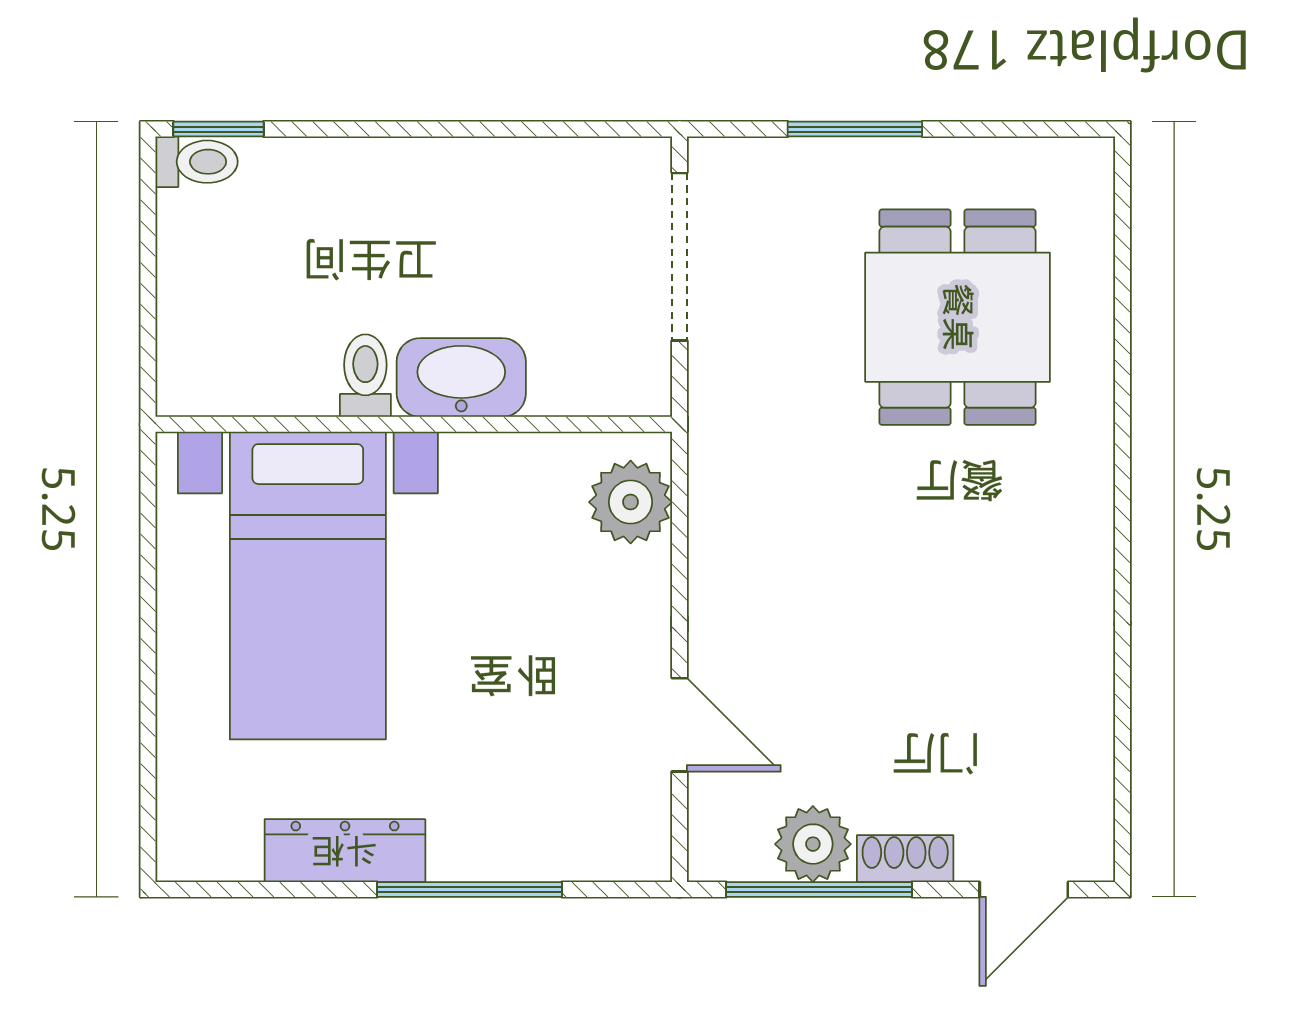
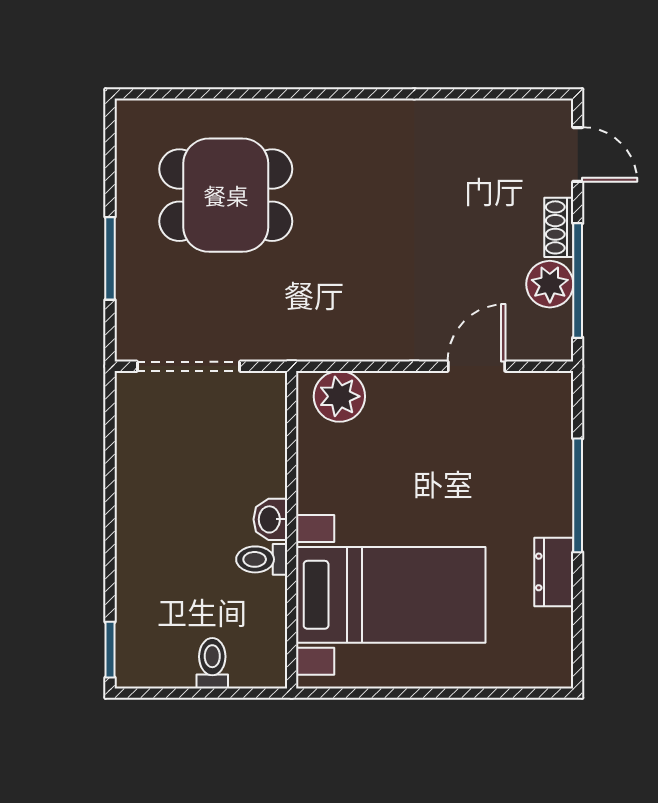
toilet: (196, 162) -> (212, 663), moved
washbasin: (461, 377) -> (270, 519), width x0.52, depth x0.69
dresser: (345, 851) -> (554, 572), width x0.70

